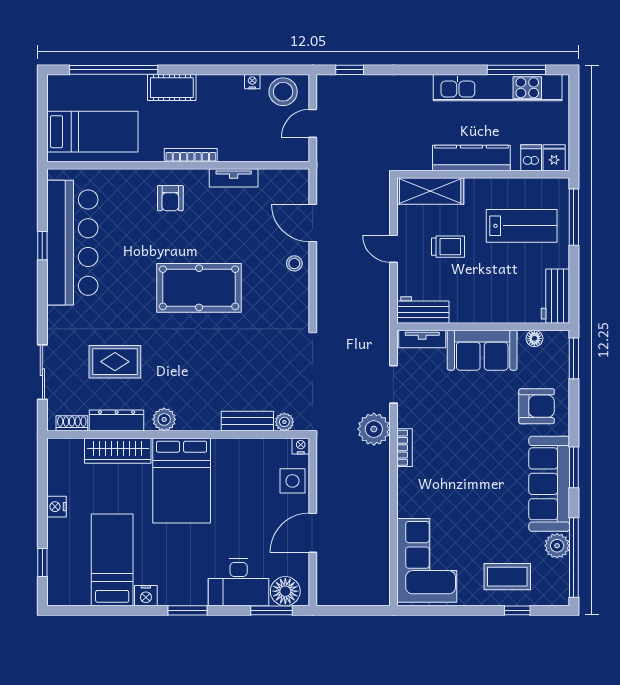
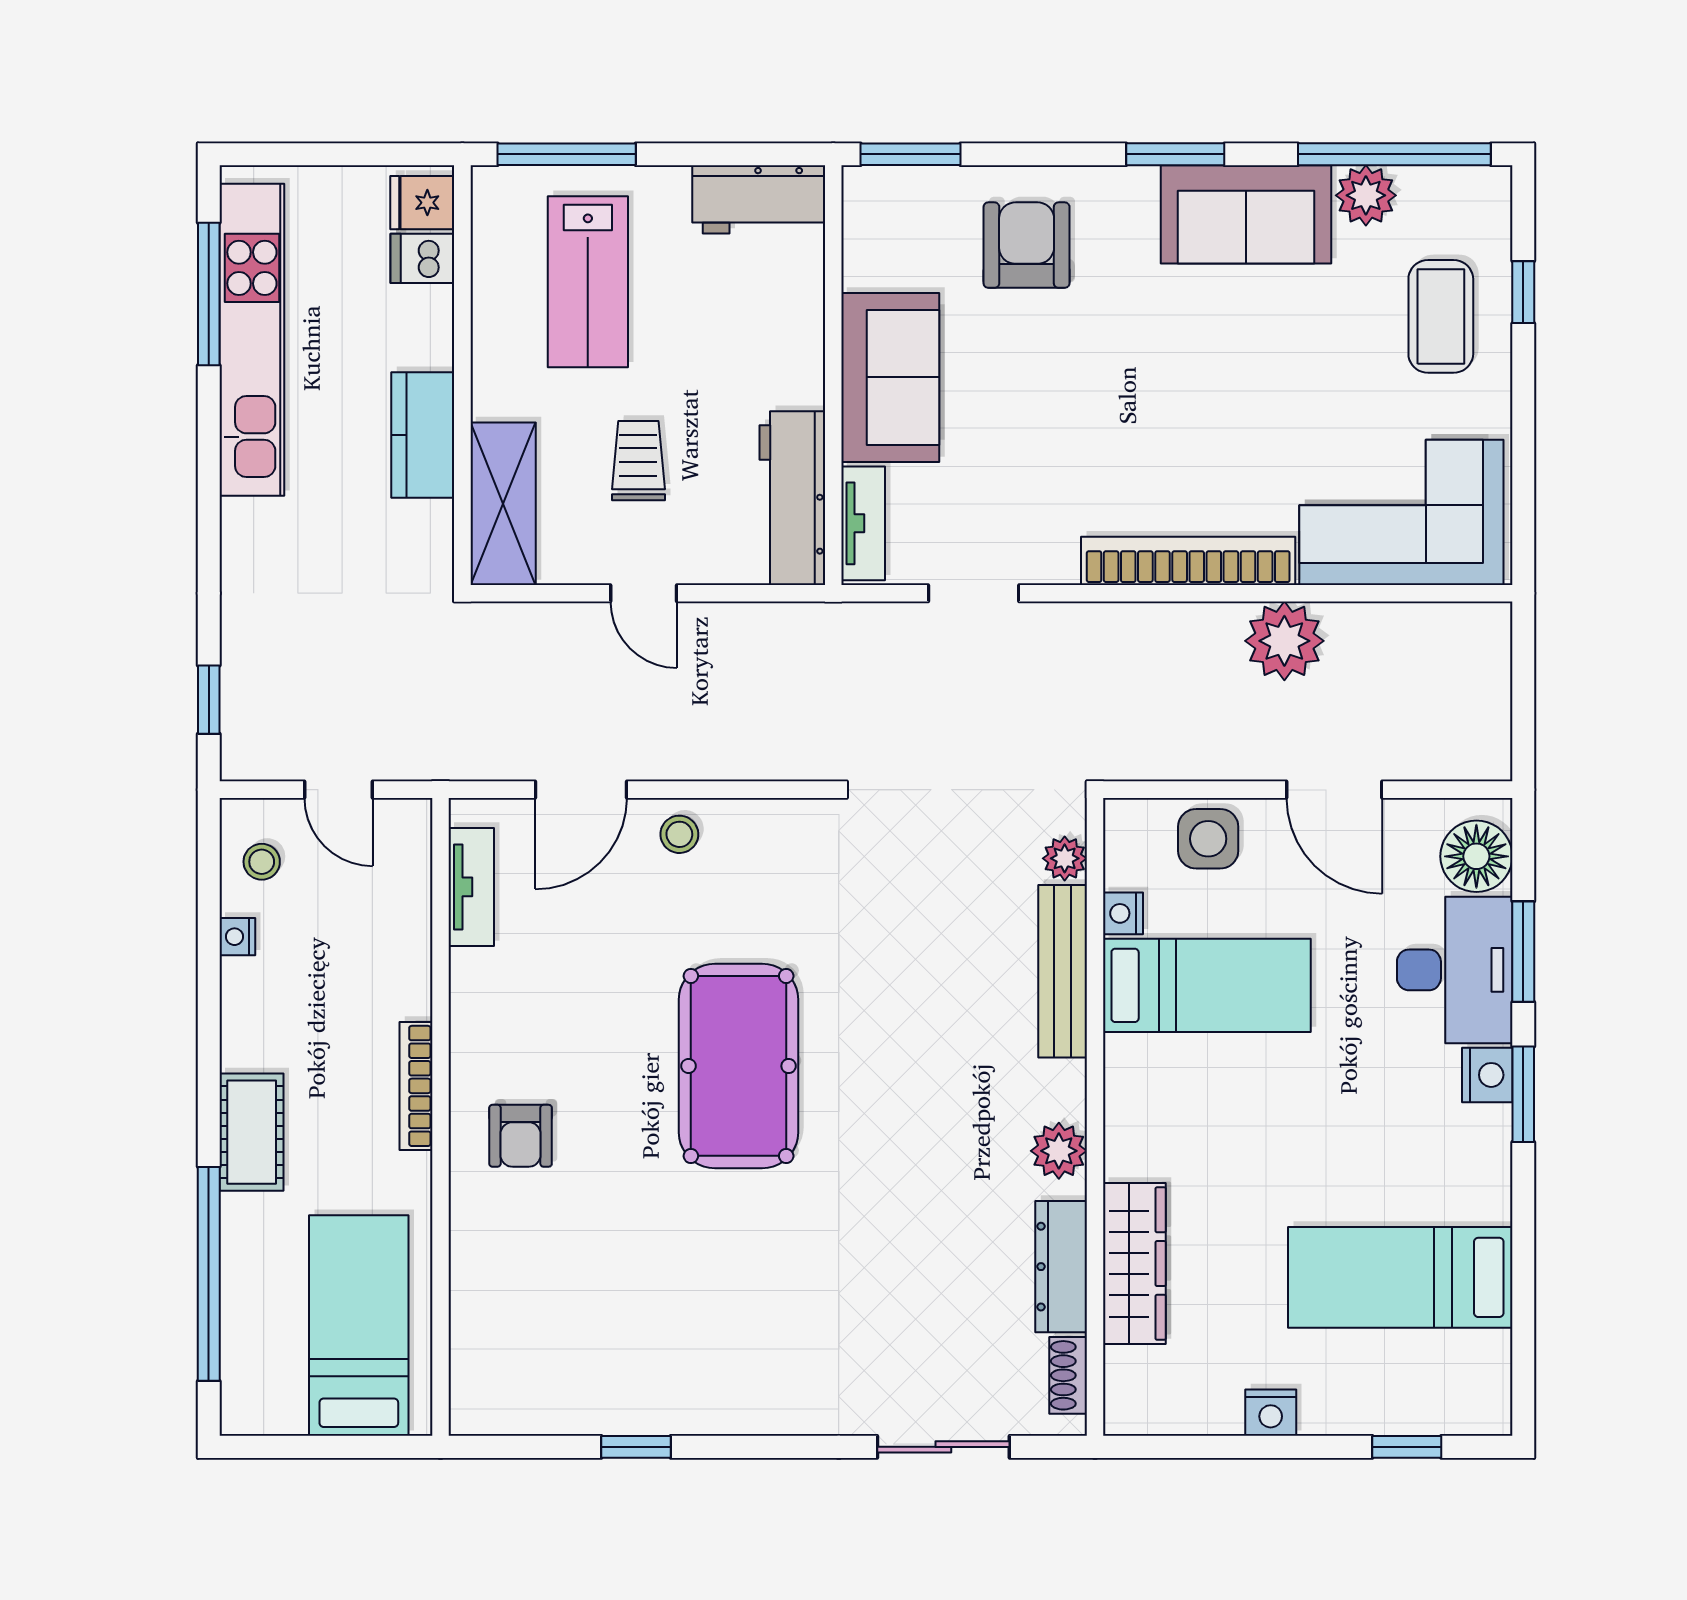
stool: (283, 92) -> (262, 862), width x0.53, depth x0.53
kitchen counter: (471, 158) -> (423, 435), width x0.67
tv unit: (234, 178) -> (471, 887), moved
armchair: (170, 198) -> (521, 1136), turned 90
lab bench: (522, 226) -> (588, 282), turned 180
bar counter: (72, 243) -> (629, 1374), removed
door: (393, 249) -> (644, 593), hinge flipped
workbench: (423, 310) -> (792, 498), width x1.38
floor lamp: (534, 338) -> (862, 250), removed
rug: (115, 362) -> (918, 1271), removed
bench: (247, 421) -> (1063, 971), width x1.36
plant: (374, 429) -> (1284, 641), moved
nightstand: (301, 446) -> (1123, 913), moved
bookcase: (404, 448) -> (1188, 561), width x2.31, depth x1.31
bed: (182, 480) -> (1207, 985), moved, width x0.67
sofa: (549, 484) -> (1246, 214), width x0.73
nightstand: (146, 596) -> (1487, 1075), moved
window: (271, 610) -> (1523, 952), moved

